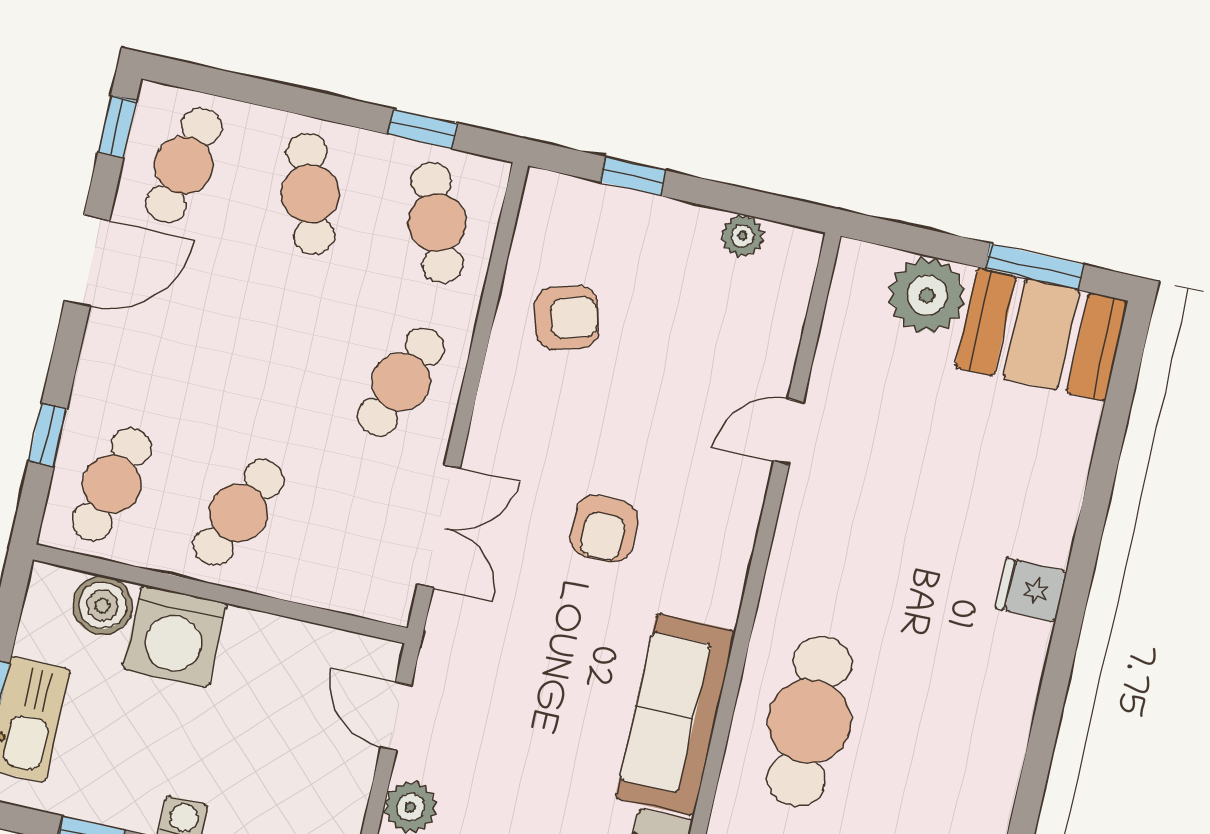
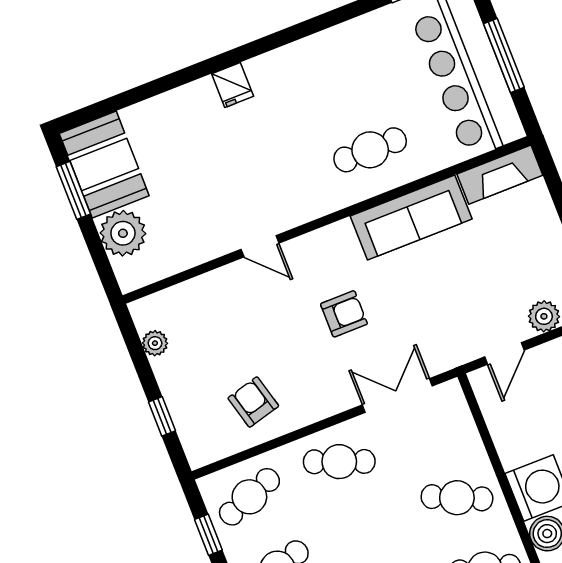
door: (788, 432) -> (260, 246), moved
cafe table: (809, 721) -> (370, 150), width x0.73, depth x0.74

